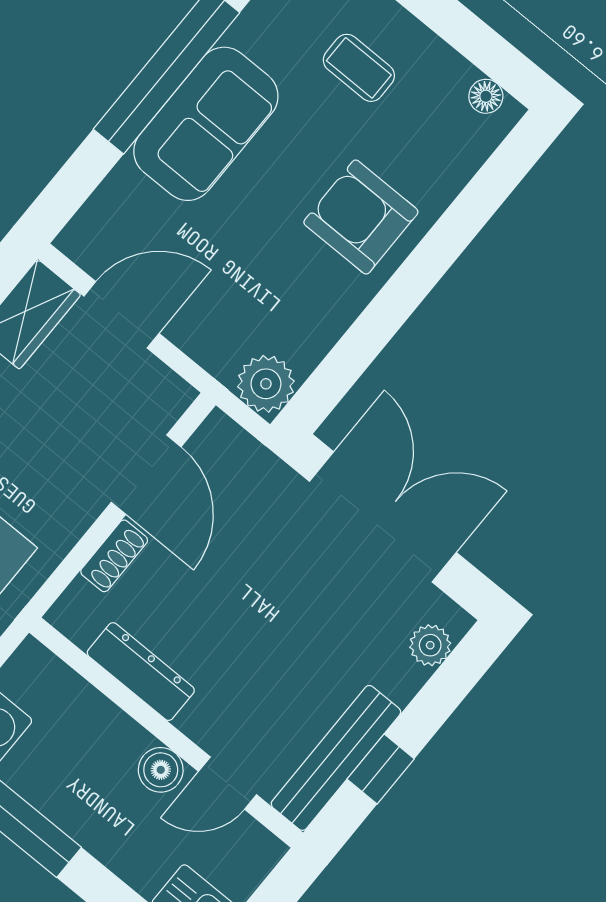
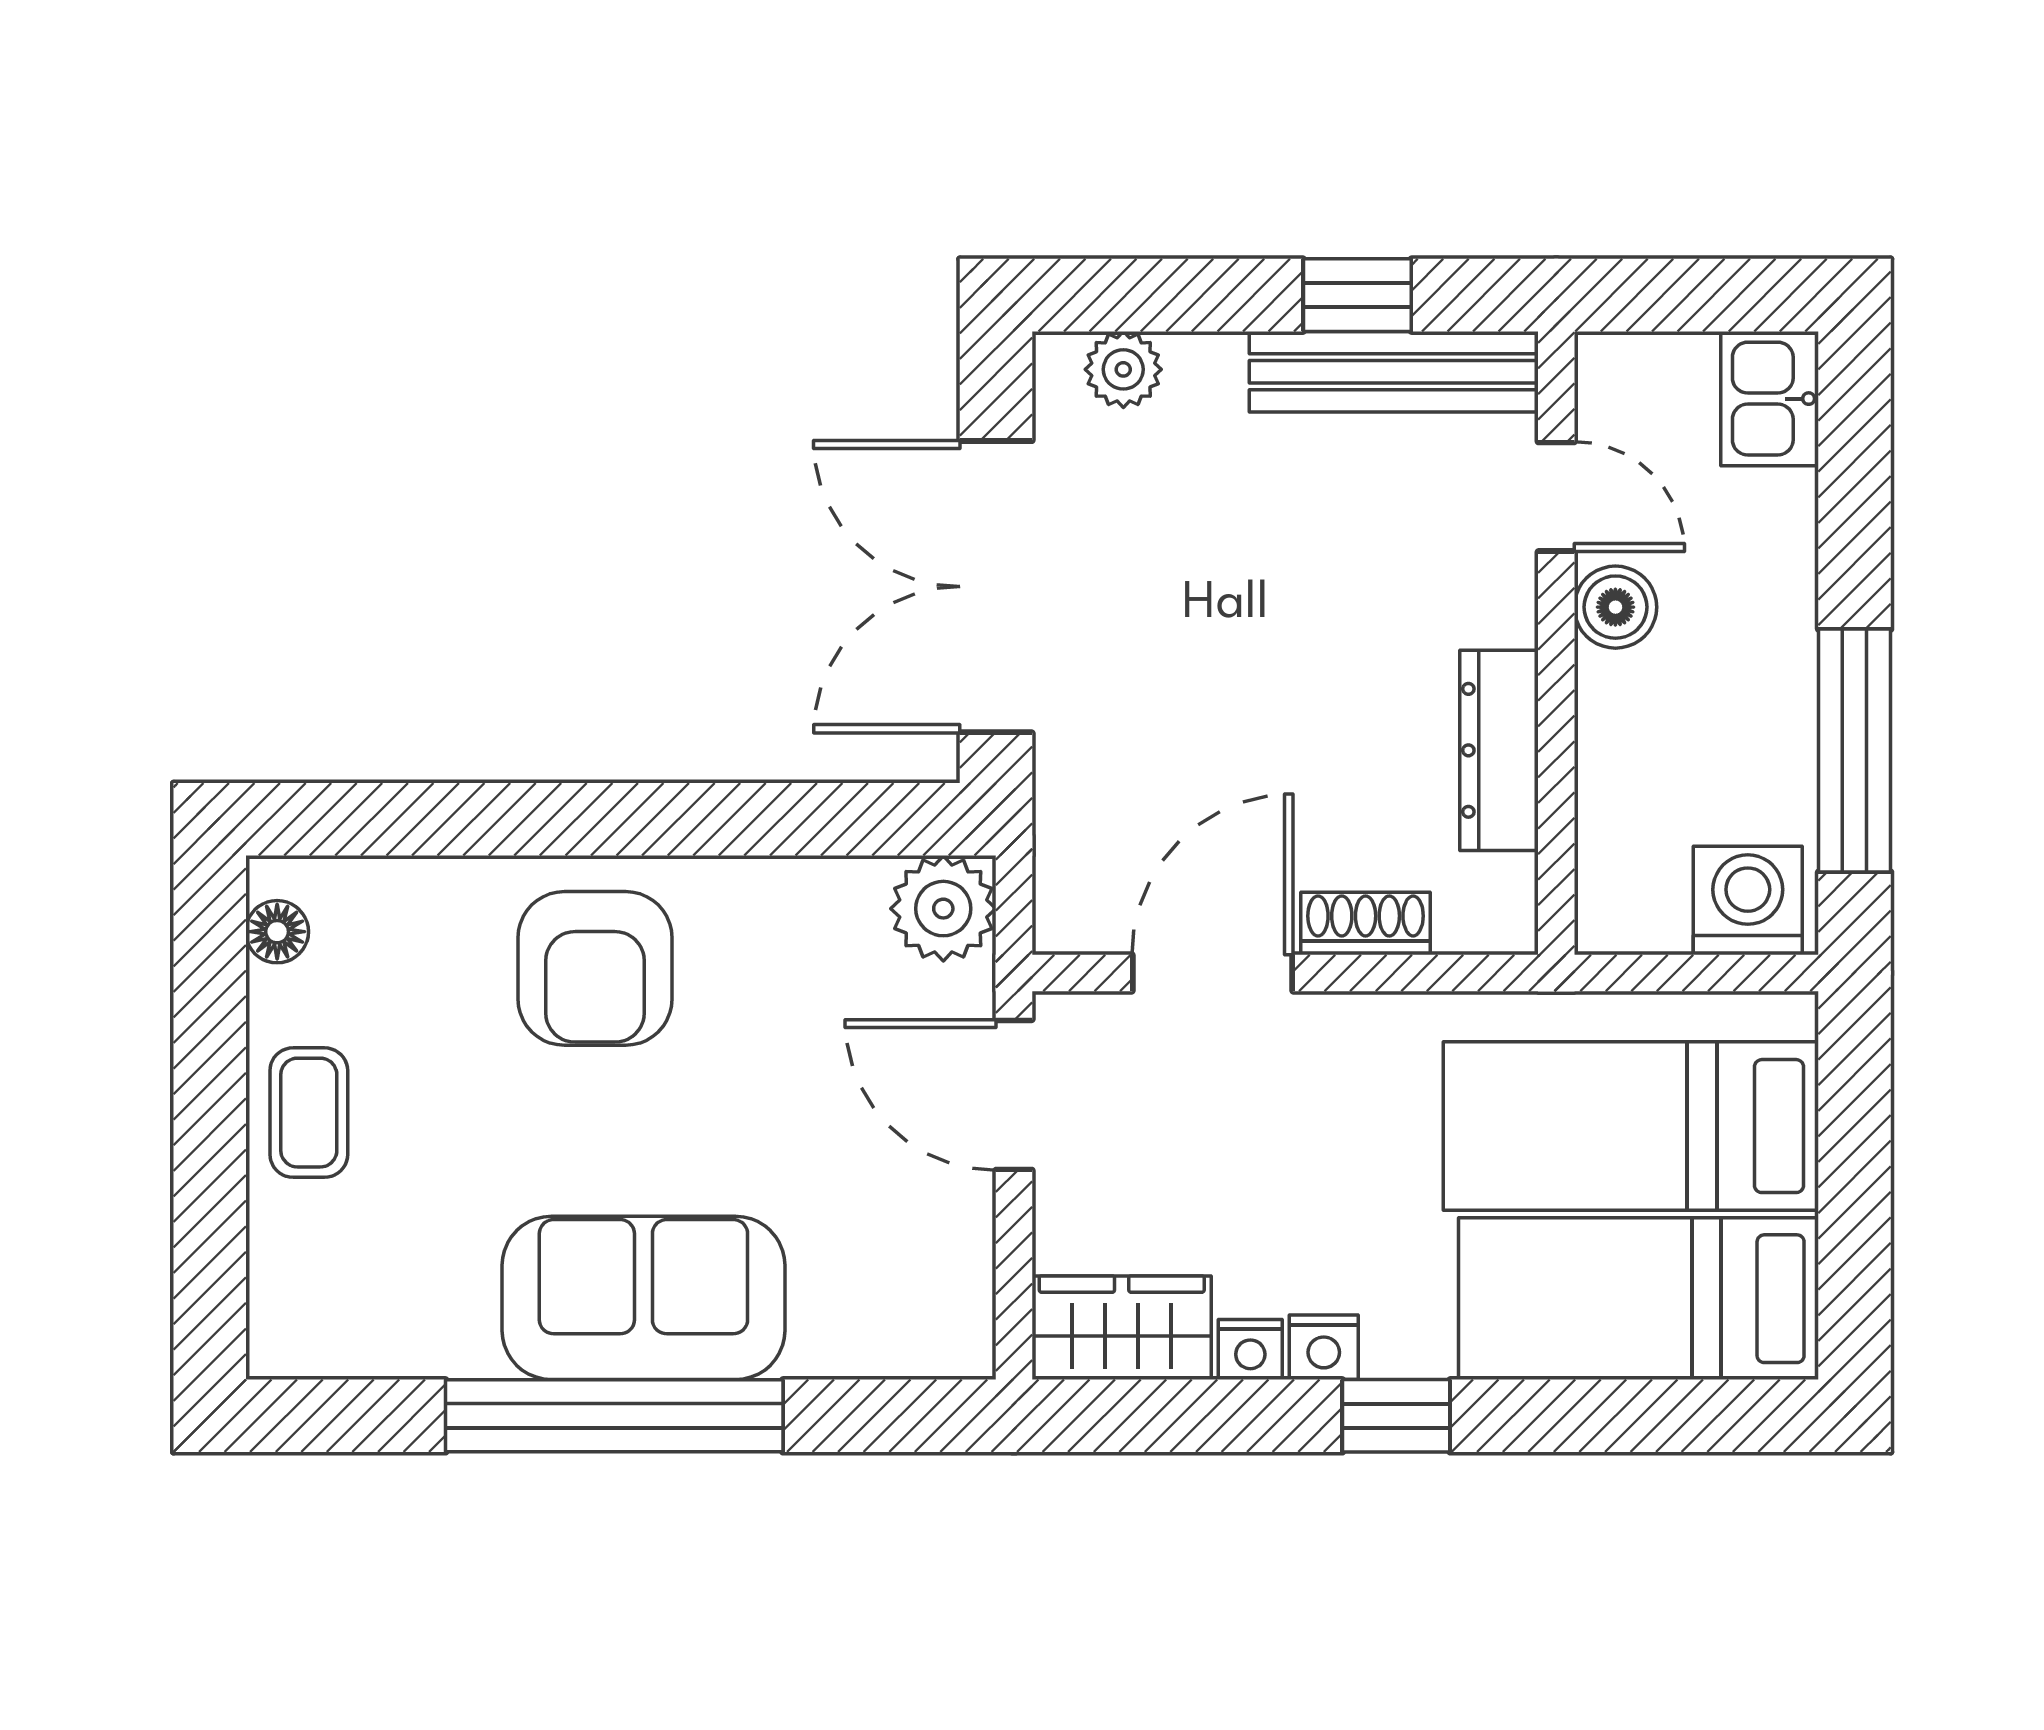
coffee table: (359, 68) -> (309, 1113), moved
door: (121, 315) -> (1014, 1095), moved

